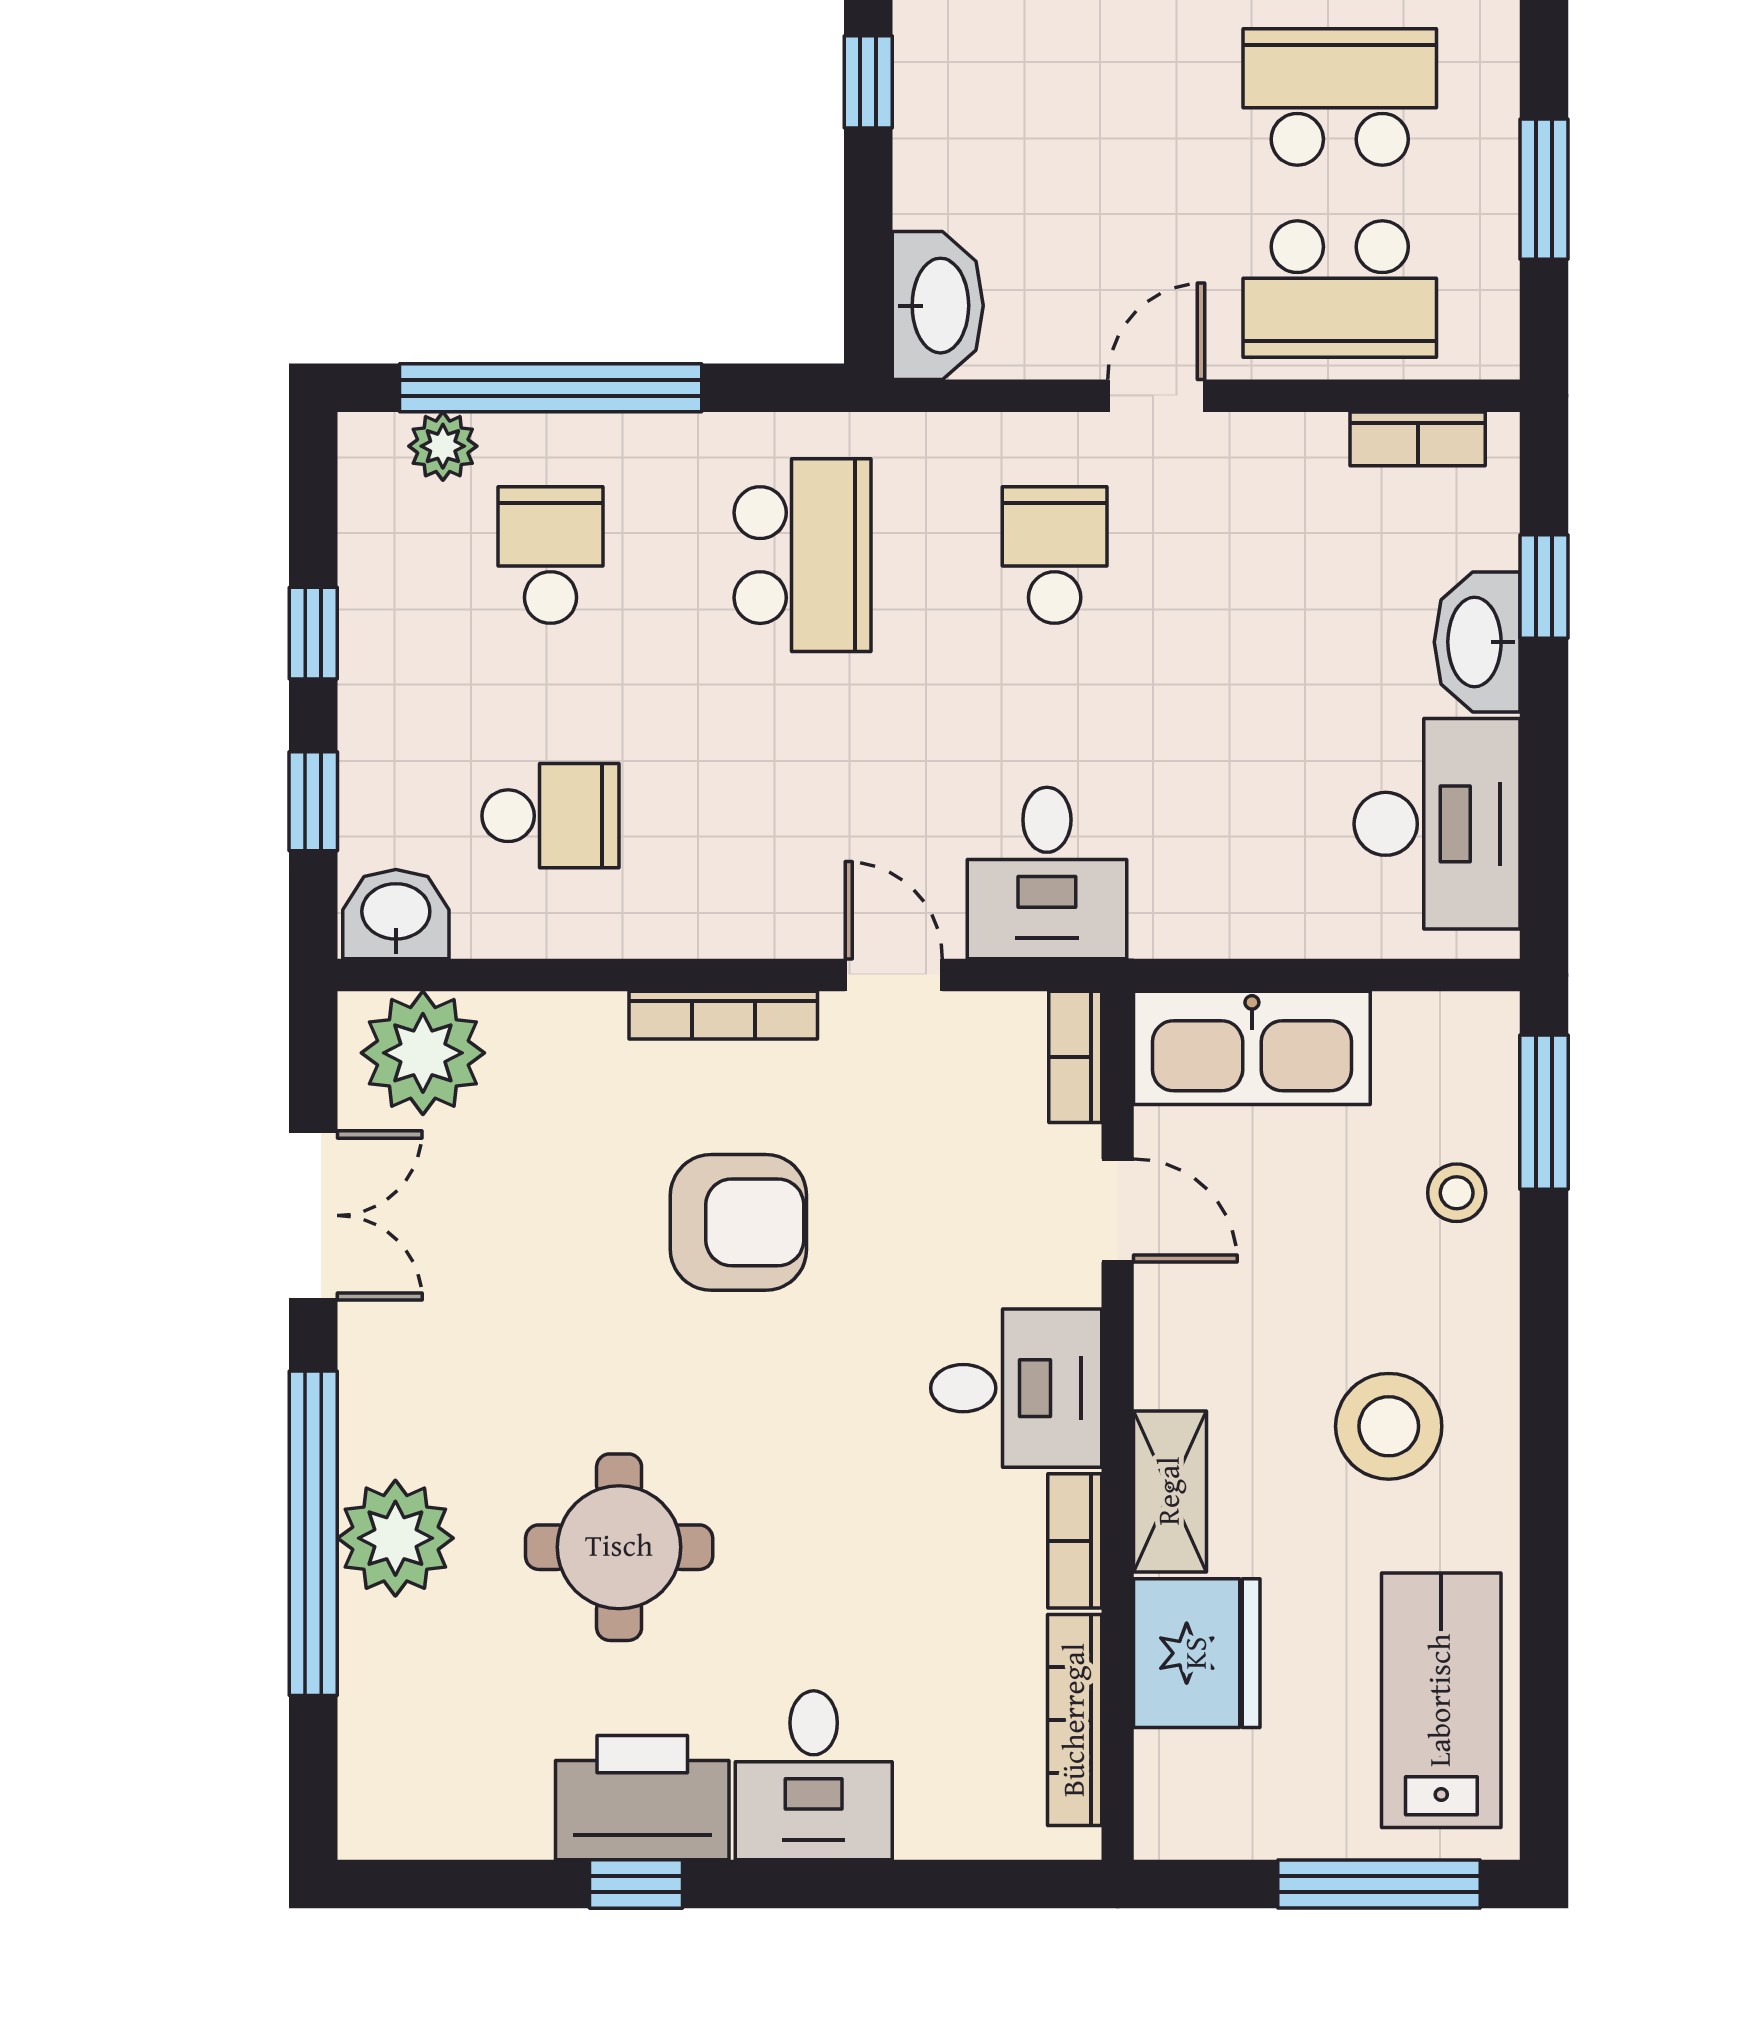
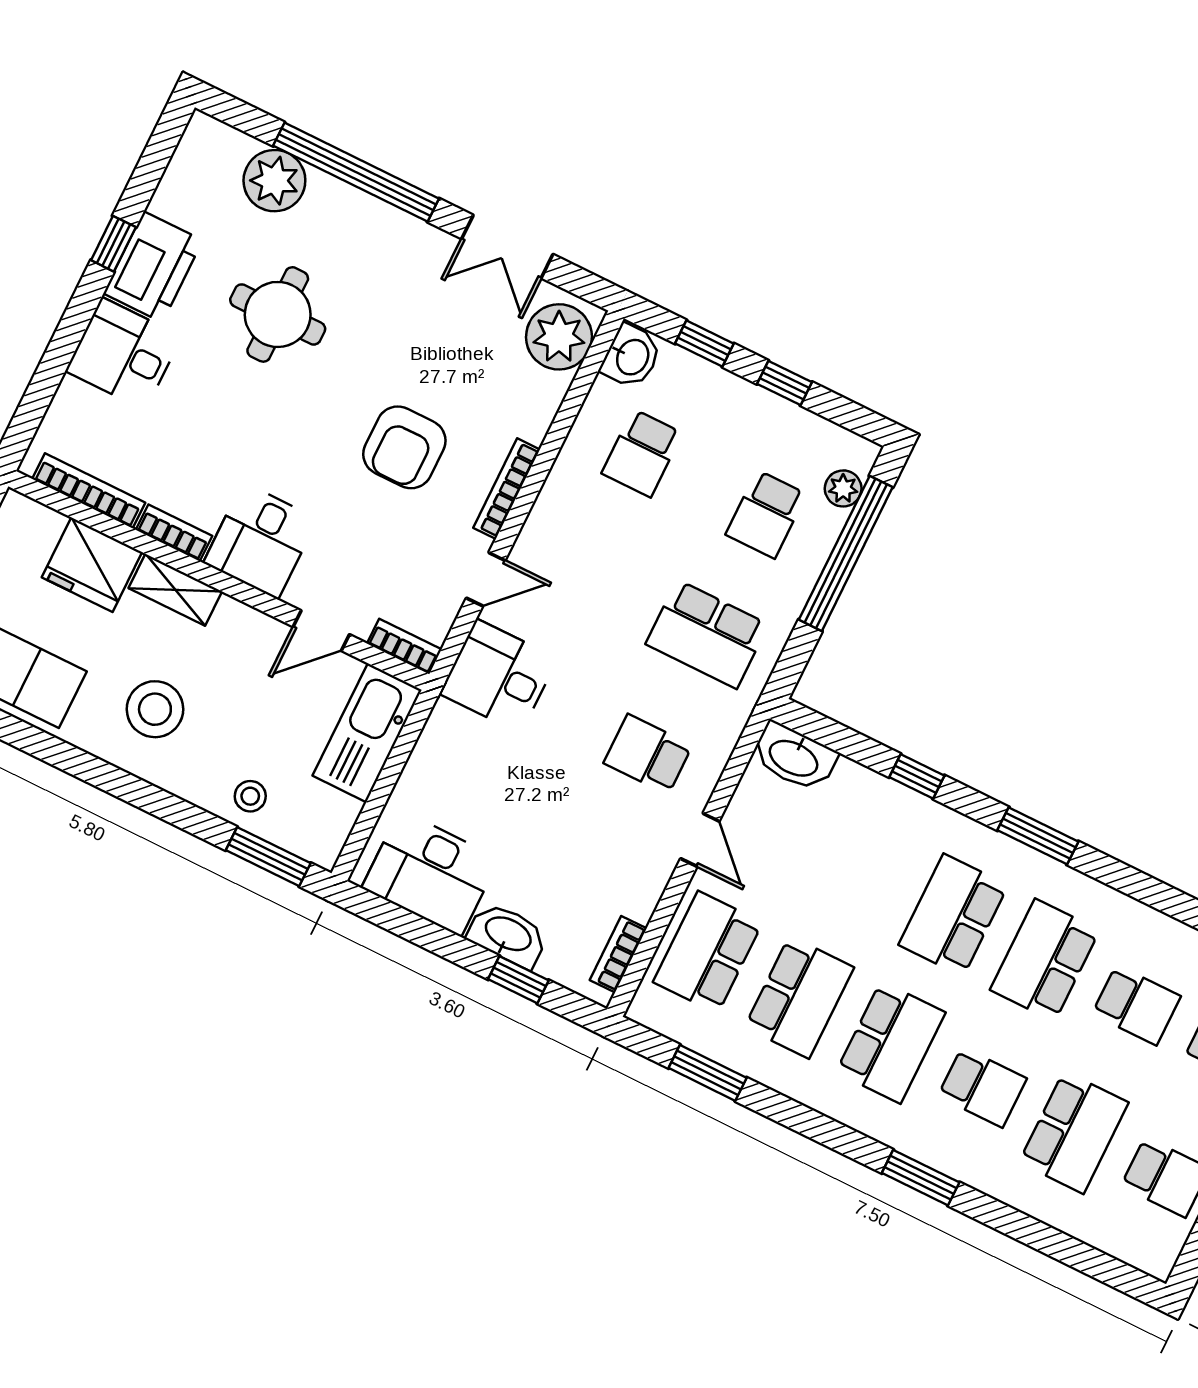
school desk: (551, 555) -> (766, 514), turned 90
school desk: (1055, 555) -> (648, 754), turned 180
plant: (395, 1538) -> (274, 181), moved

